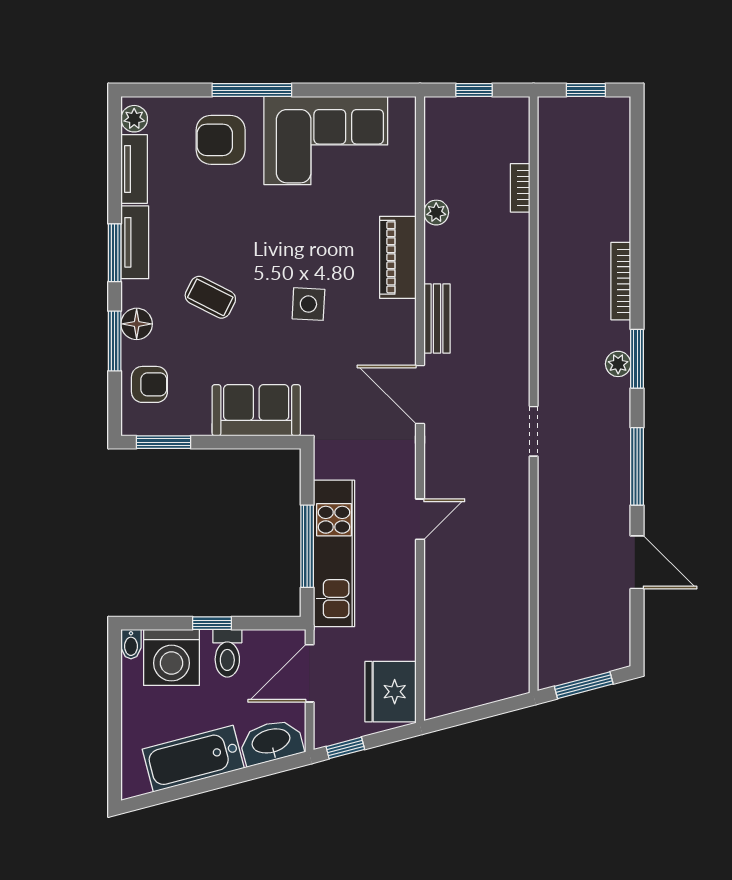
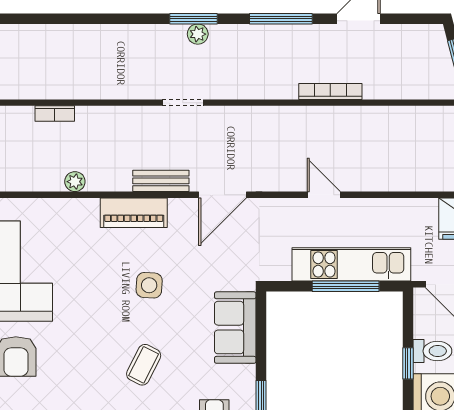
piano: (398, 257) -> (134, 213), moved
bookcase: (621, 281) -> (330, 91), moved, turned 180
doorway: (534, 431) -> (183, 103), moved

